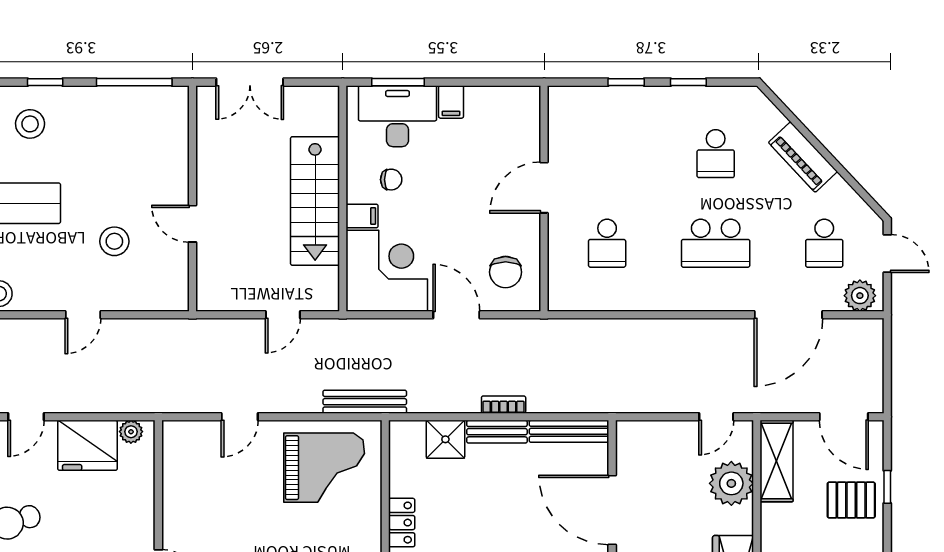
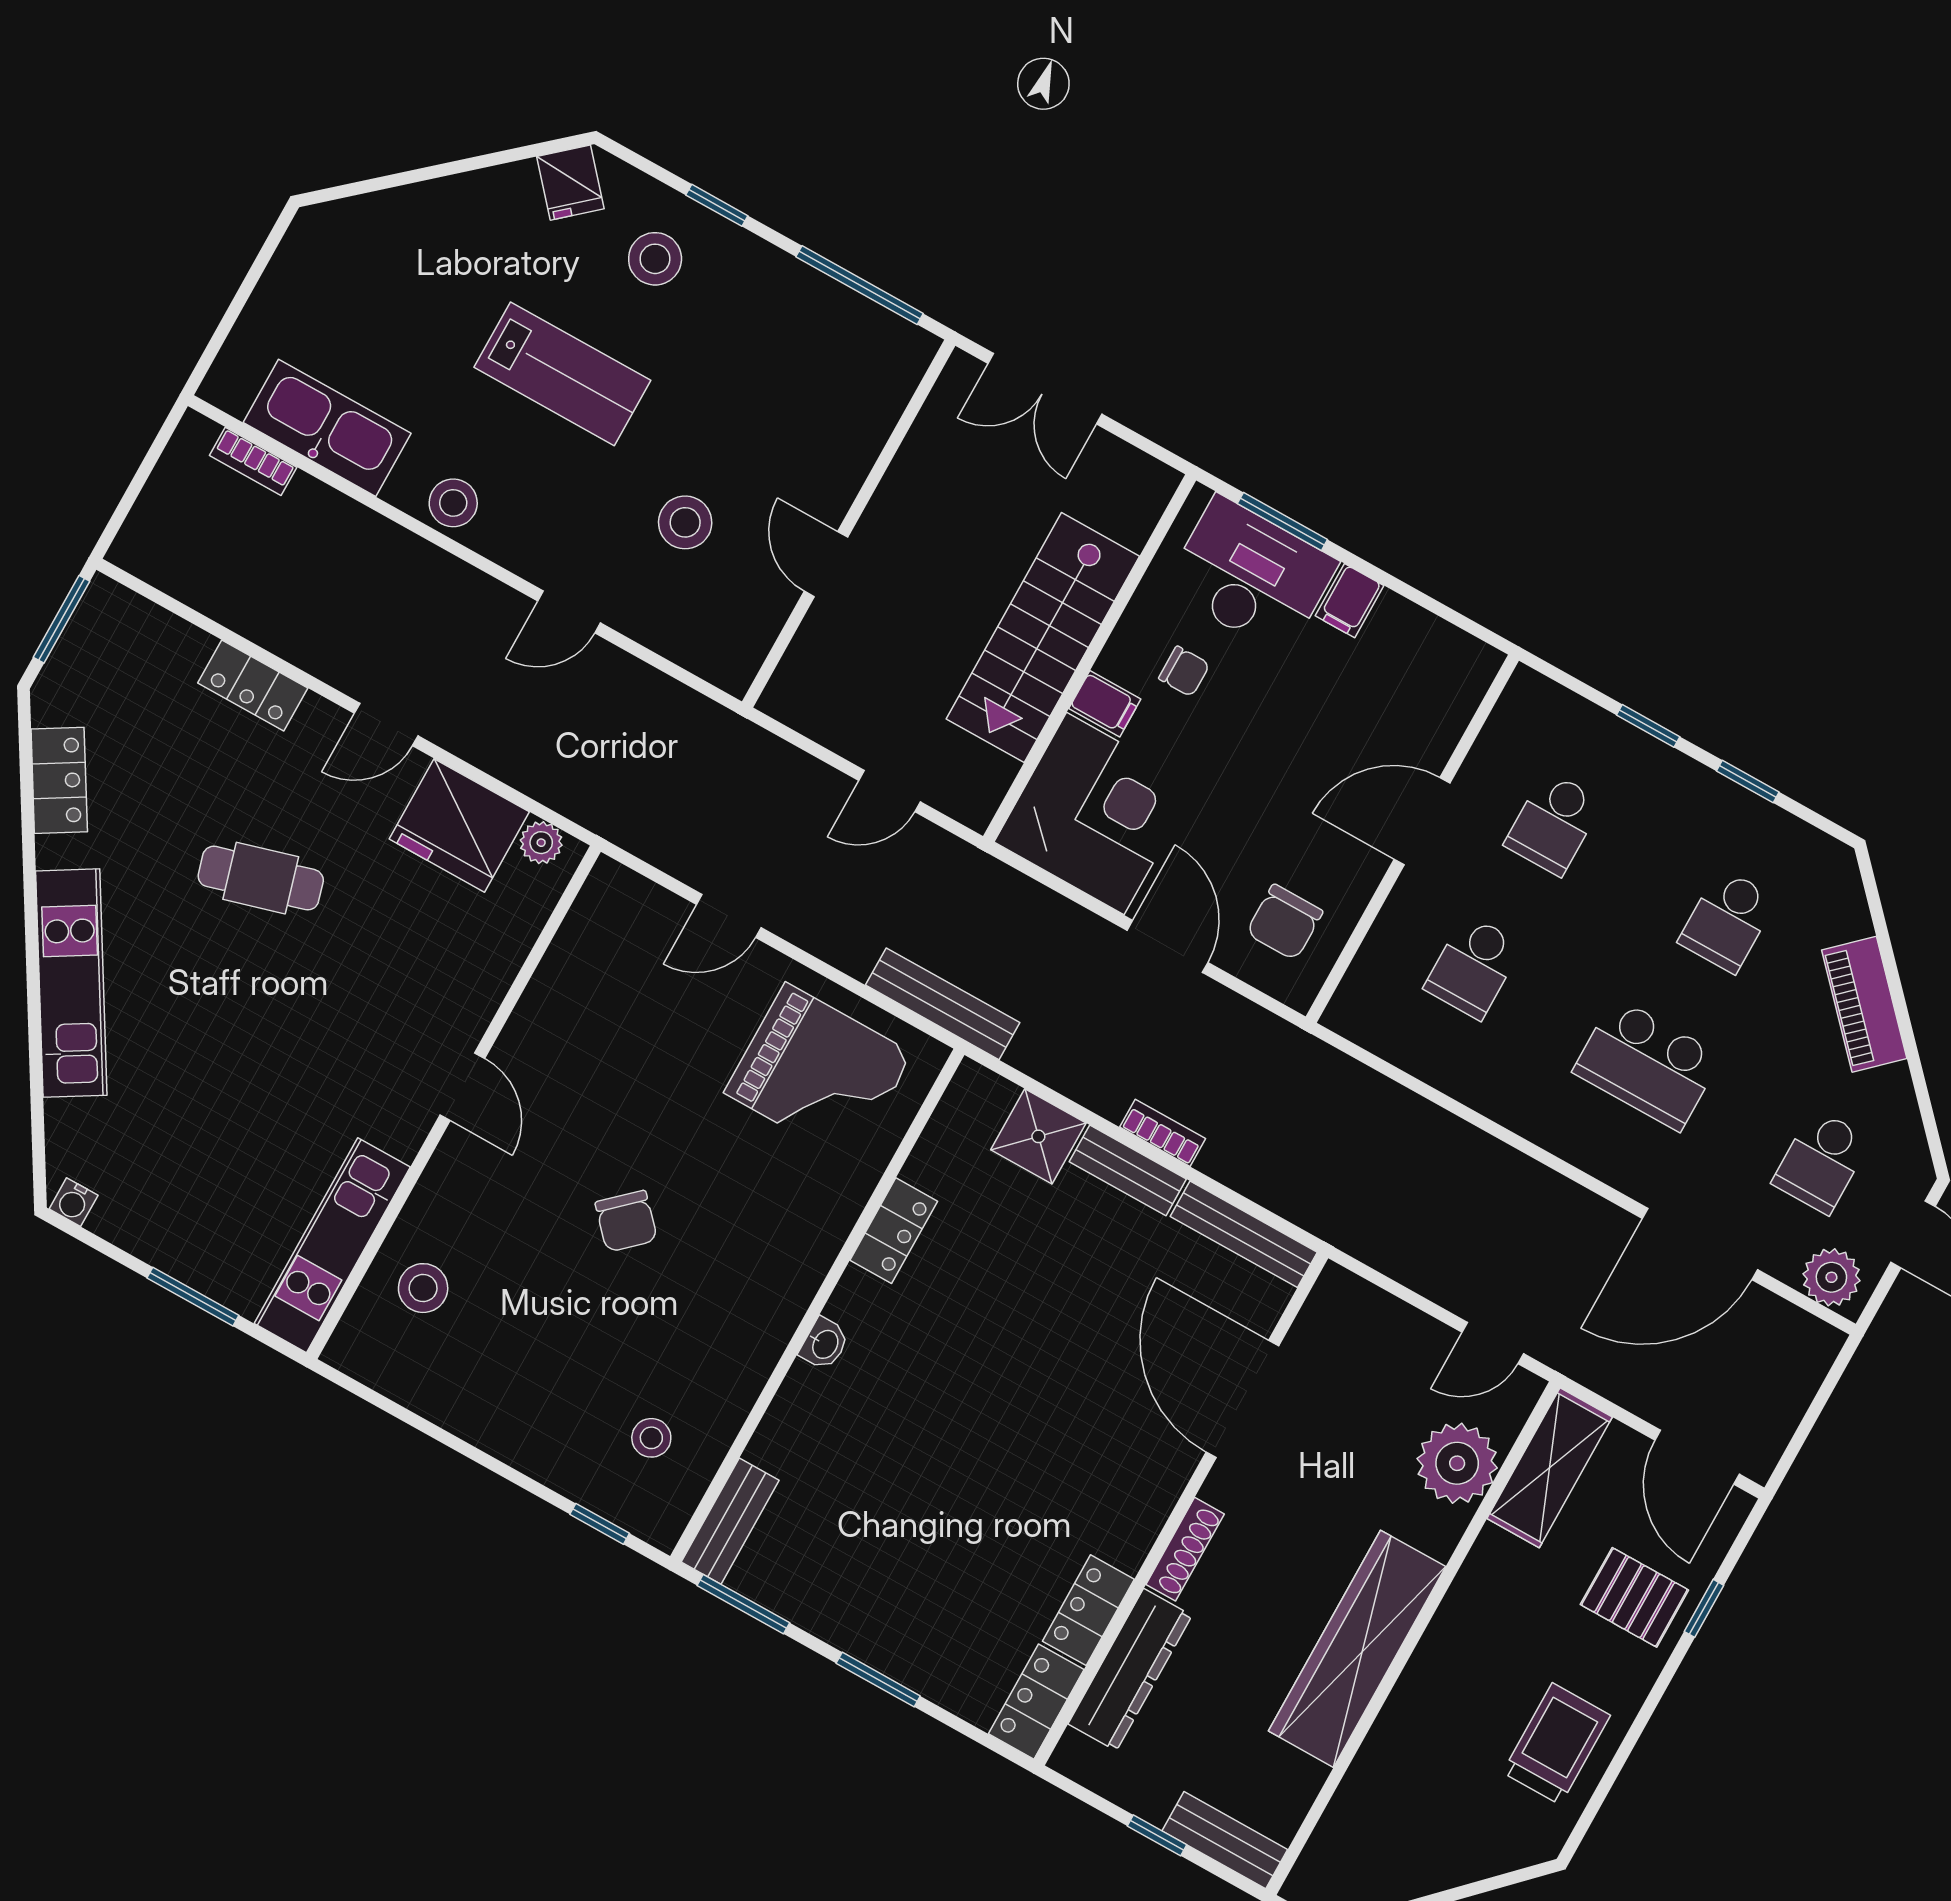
school desk: (607, 154) -> (1553, 823), added

